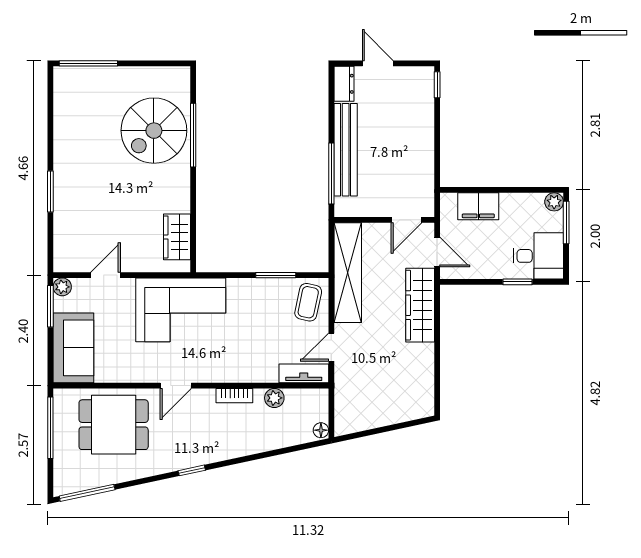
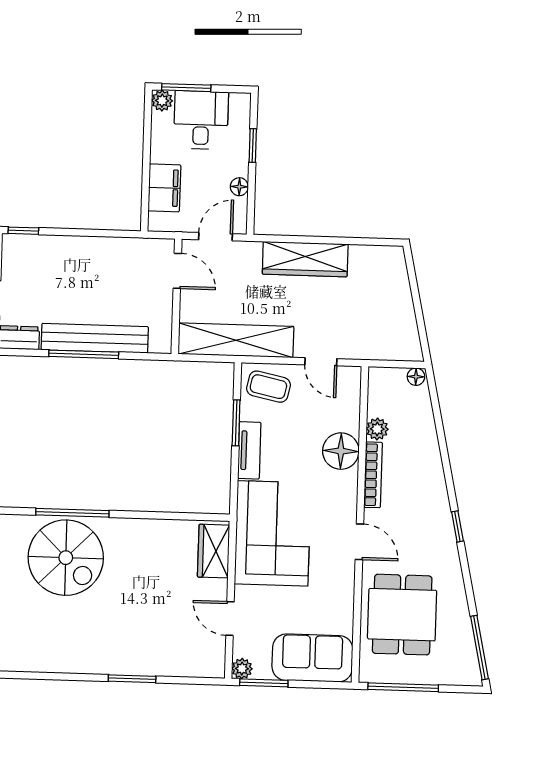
window: (331, 174) -> (84, 354), moved
wardrobe: (177, 237) -> (214, 551), moved, turned 90
desk: (538, 256) -> (201, 120), moved
floor lamp: (481, 271) -> (239, 187), added
wardrobe: (420, 305) -> (305, 259), moved
floor lamp: (254, 367) -> (341, 451), added
tv unit: (304, 373) -> (249, 450), moved, turned 180
bookcase: (234, 396) -> (373, 475), width x1.56

